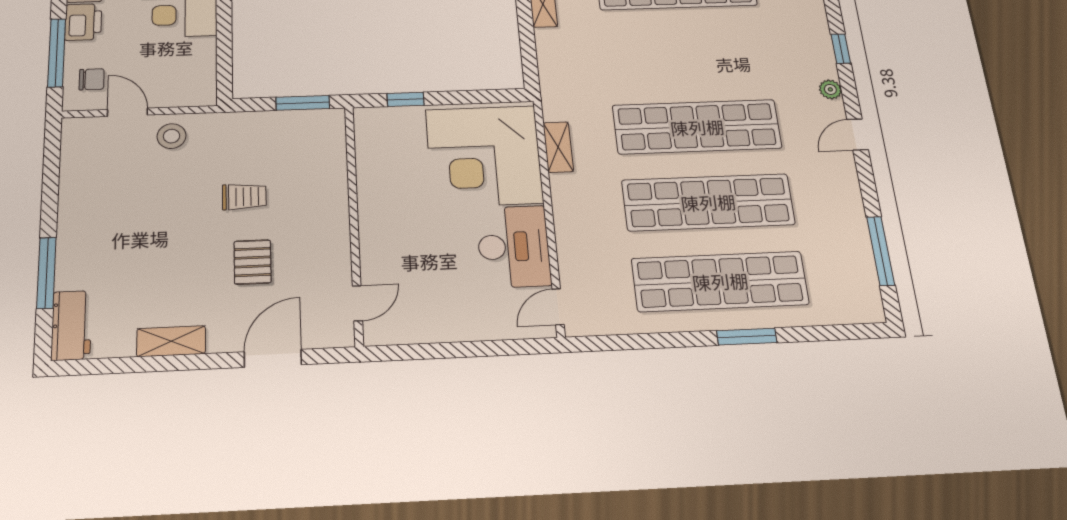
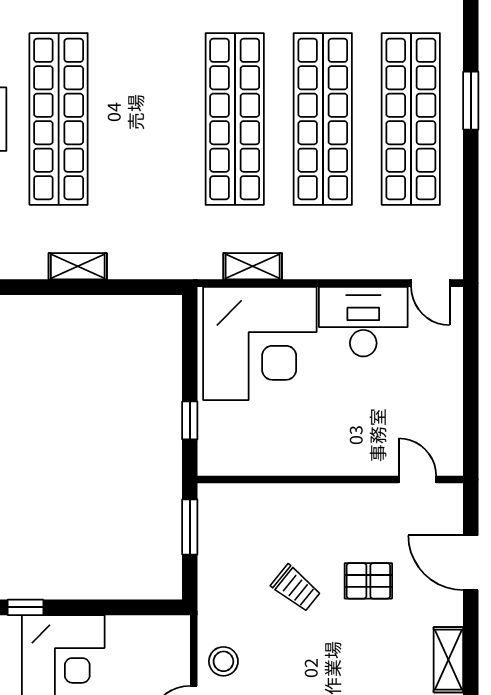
trolley: (244, 197) -> (296, 588), turned 129

